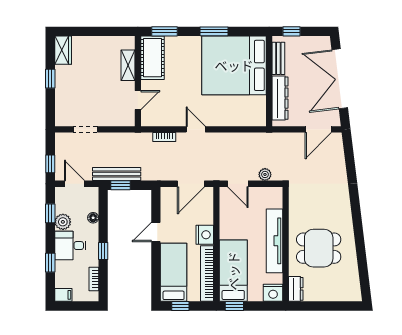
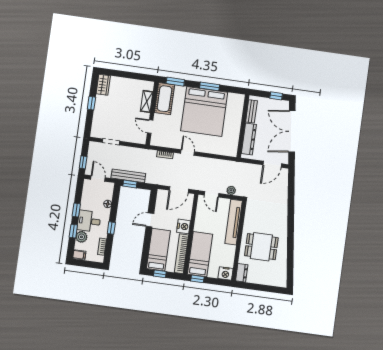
window: (291, 31) -> (276, 96), moved
bed: (234, 65) -> (204, 111), moved, turned -90
door: (138, 100) -> (150, 127), swing flipped
window: (50, 213) -> (76, 210), moved
plant: (63, 222) -> (81, 237), moved
tv unit: (274, 241) -> (234, 222), moved

